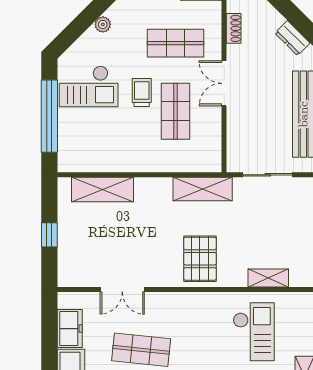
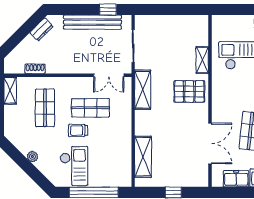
double door: (224, 83) -> (109, 75), moved
shelving: (268, 278) -> (202, 60), moved
double door: (122, 289) -> (210, 144), width x1.37

